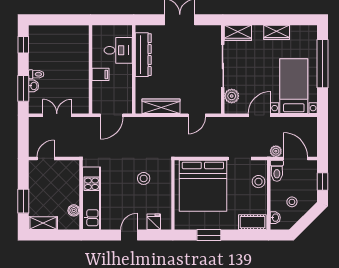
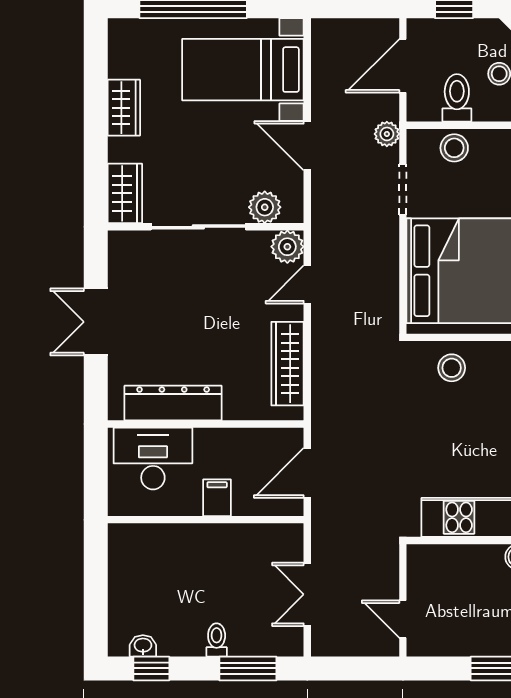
desk: (118, 50) -> (153, 459), width x1.37
washbasin: (34, 86) -> (143, 646), moved
plant: (214, 106) -> (287, 247), added
door: (112, 115) -> (307, 473), swing flipped
door: (197, 115) -> (307, 284), swing flipped
plant: (276, 151) -> (387, 134), moved
toilet: (277, 171) -> (457, 98), moved, turned -90
stool: (144, 178) -> (452, 368), moved

